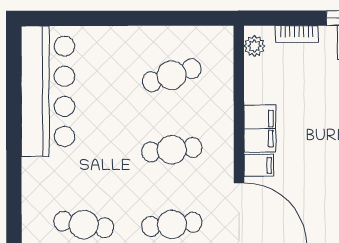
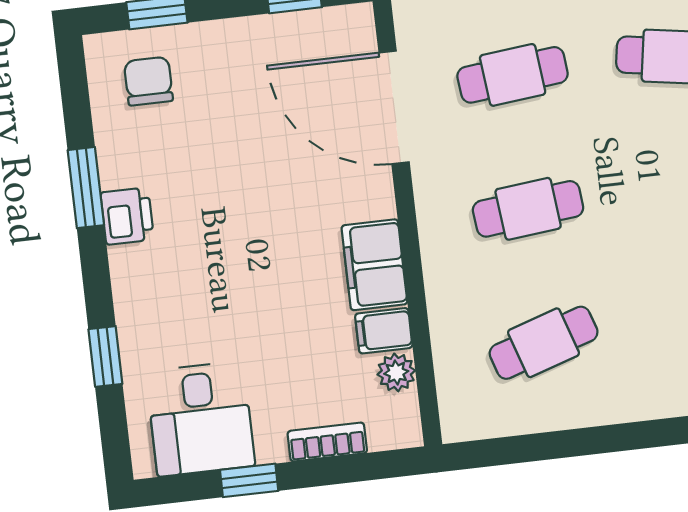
plant: (254, 46) -> (396, 372), moved
filing cabinet: (259, 165) -> (384, 331), moved

